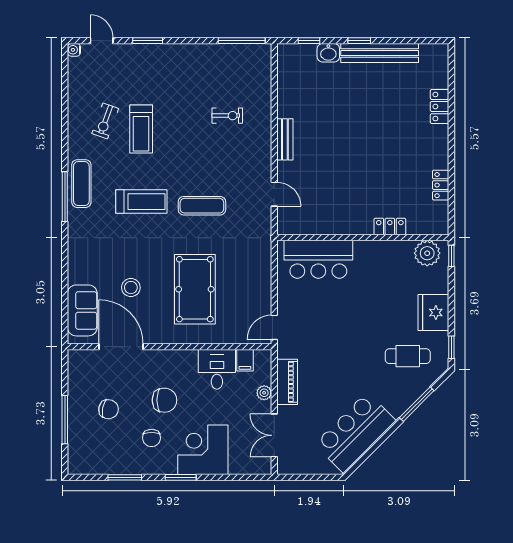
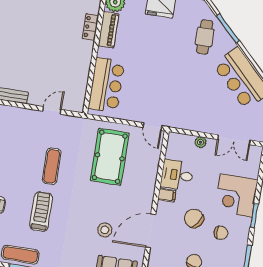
pool table: (195, 289) -> (110, 157), moved, turned 90
door: (121, 347) -> (151, 231), moved
cafe table: (408, 356) -> (205, 37), moved
filing cabinet: (245, 360) -> (167, 195), moved
piano: (287, 382) -> (108, 30), moved, turned 90
chair: (164, 400) -> (194, 218), turned -53

